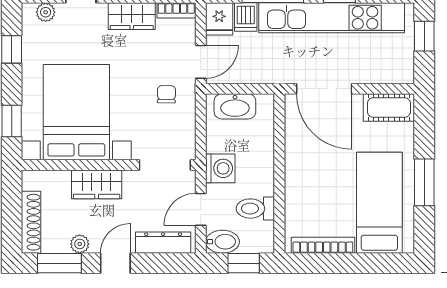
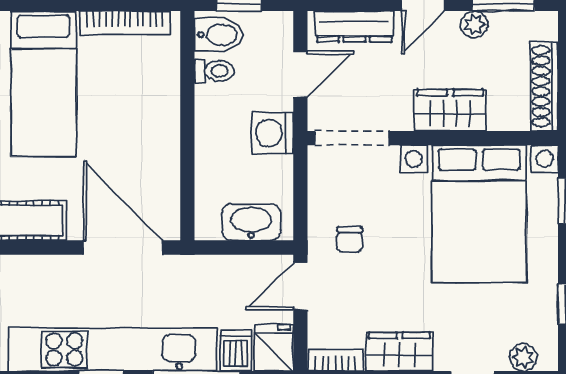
toilet: (255, 209) -> (214, 71), width x0.73, depth x0.72
shoe rack: (31, 222) -> (544, 86), moved
bidet: (222, 242) -> (219, 35), moved, turned 180

